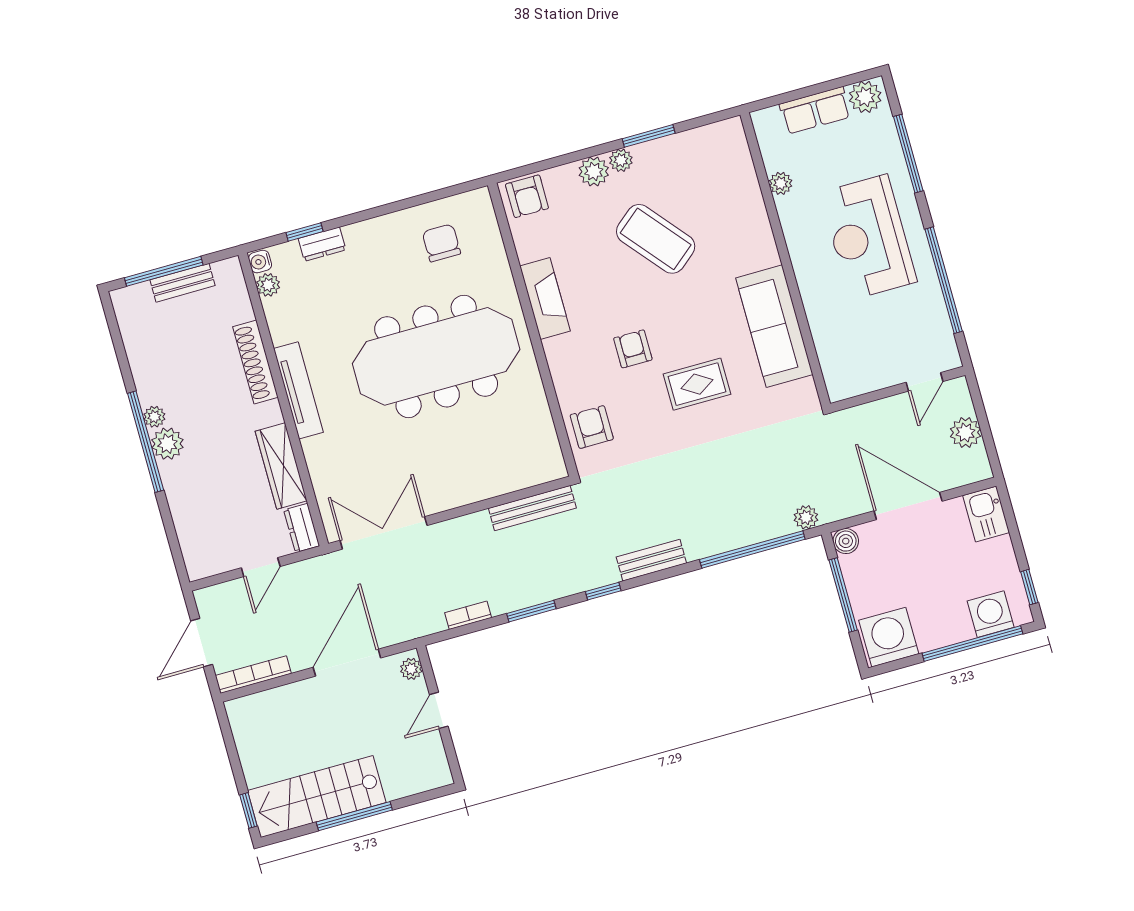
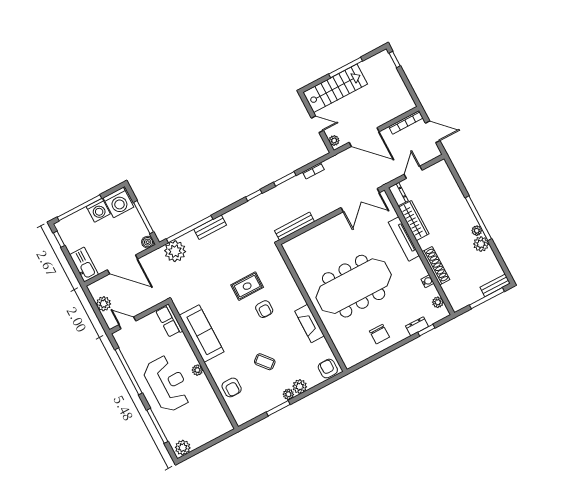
row of seats: (815, 110) -> (169, 321), moved, turned -90
plant: (781, 183) -> (197, 370), moved
coffee table: (656, 239) -> (265, 362), width x0.54, depth x0.58
chair: (441, 243) -> (379, 334), moved
water cooler: (260, 262) -> (427, 281), moved
bench: (182, 283) -> (495, 285), moved
door: (924, 382) -> (127, 323), hinge flipped
rug: (697, 384) -> (247, 286), moved
tv unit: (298, 390) -> (404, 239), moved
armchair: (592, 427) -> (232, 387), moved
plant: (167, 444) -> (481, 244), moved
kitchen sink: (986, 514) -> (84, 265), width x1.38
plant: (806, 517) -> (175, 251), width x1.88, depth x1.88
bench: (651, 560) -> (210, 227), moved
washing machine: (991, 614) -> (98, 210), moved
door: (202, 643) -> (433, 132), hinge flipped
door: (347, 663) -> (364, 137), hinge flipped
door: (439, 710) -> (317, 124), hinge flipped
stairs: (317, 797) -> (335, 88), moved

